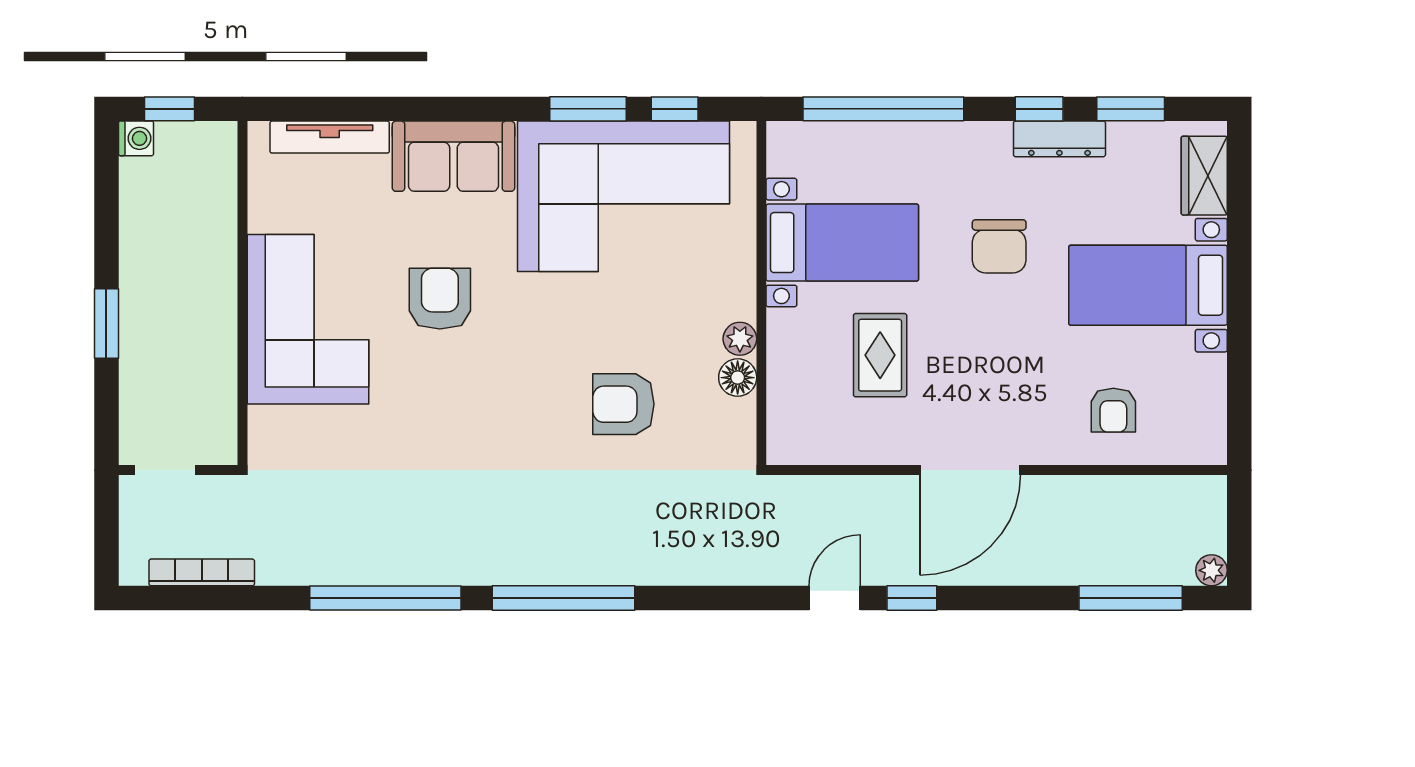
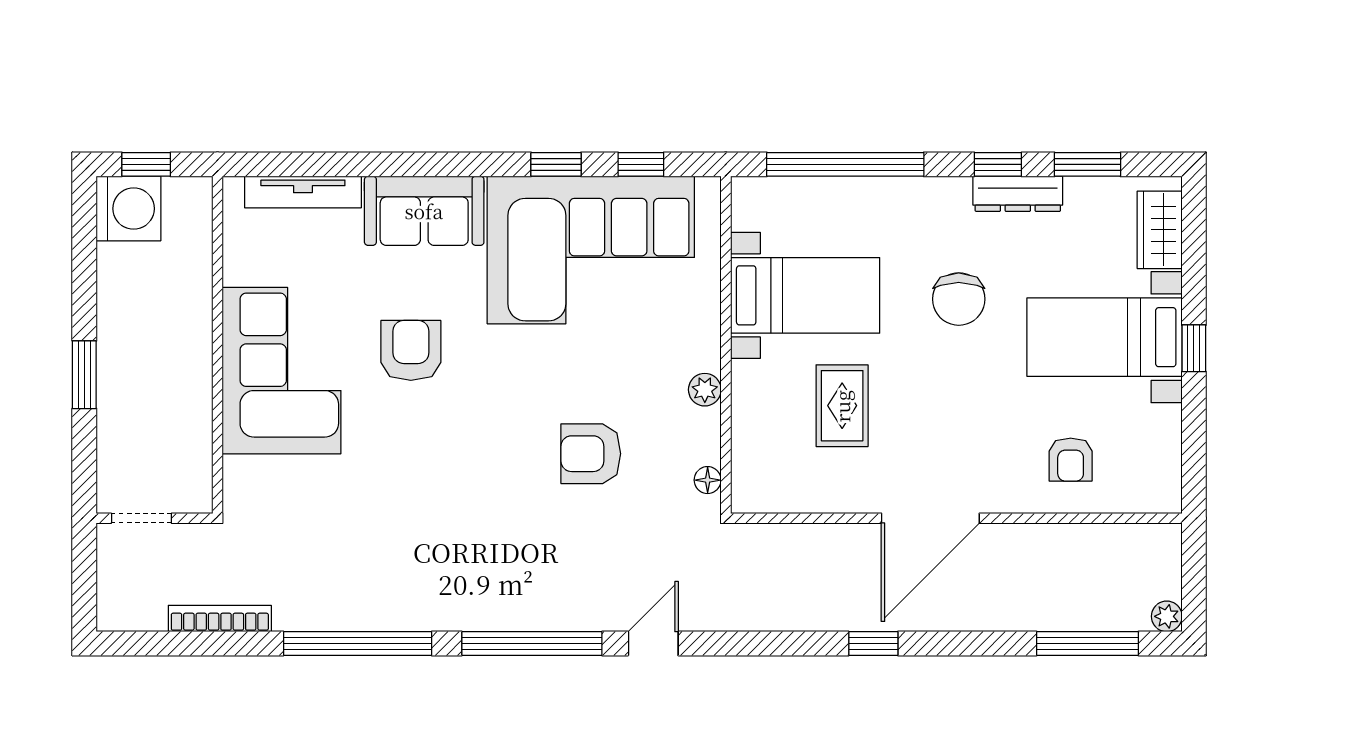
window: (588, 109) -> (556, 164), width x0.67
washing machine: (136, 138) -> (128, 209), width x1.89, depth x1.89
window: (1239, 297) -> (1194, 348), added
floor lamp: (738, 378) -> (708, 480), moved, width x0.73, depth x0.73
bookcase: (202, 572) -> (220, 619), moved
door: (835, 598) -> (653, 644), moved

